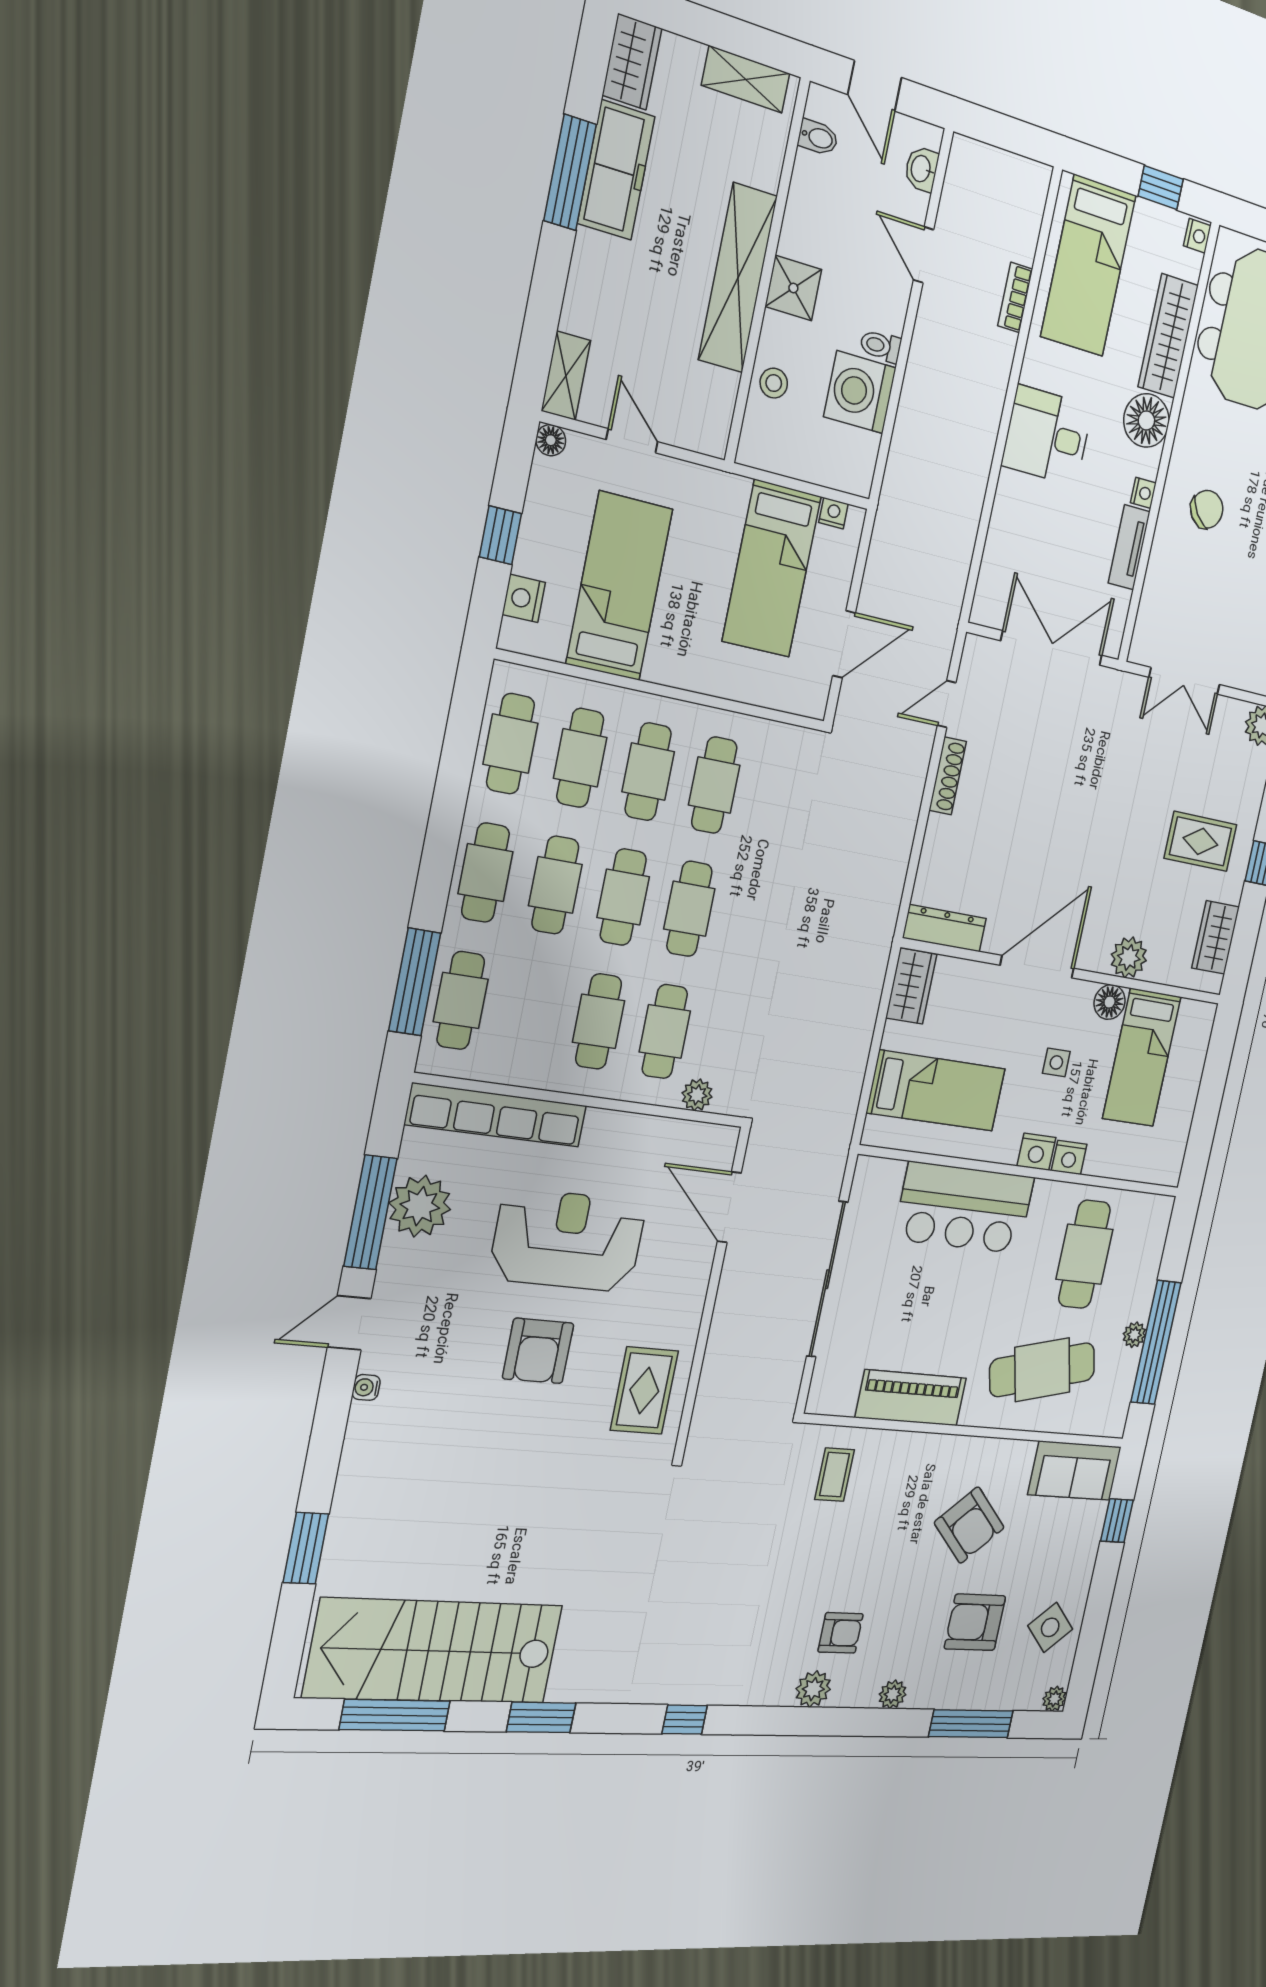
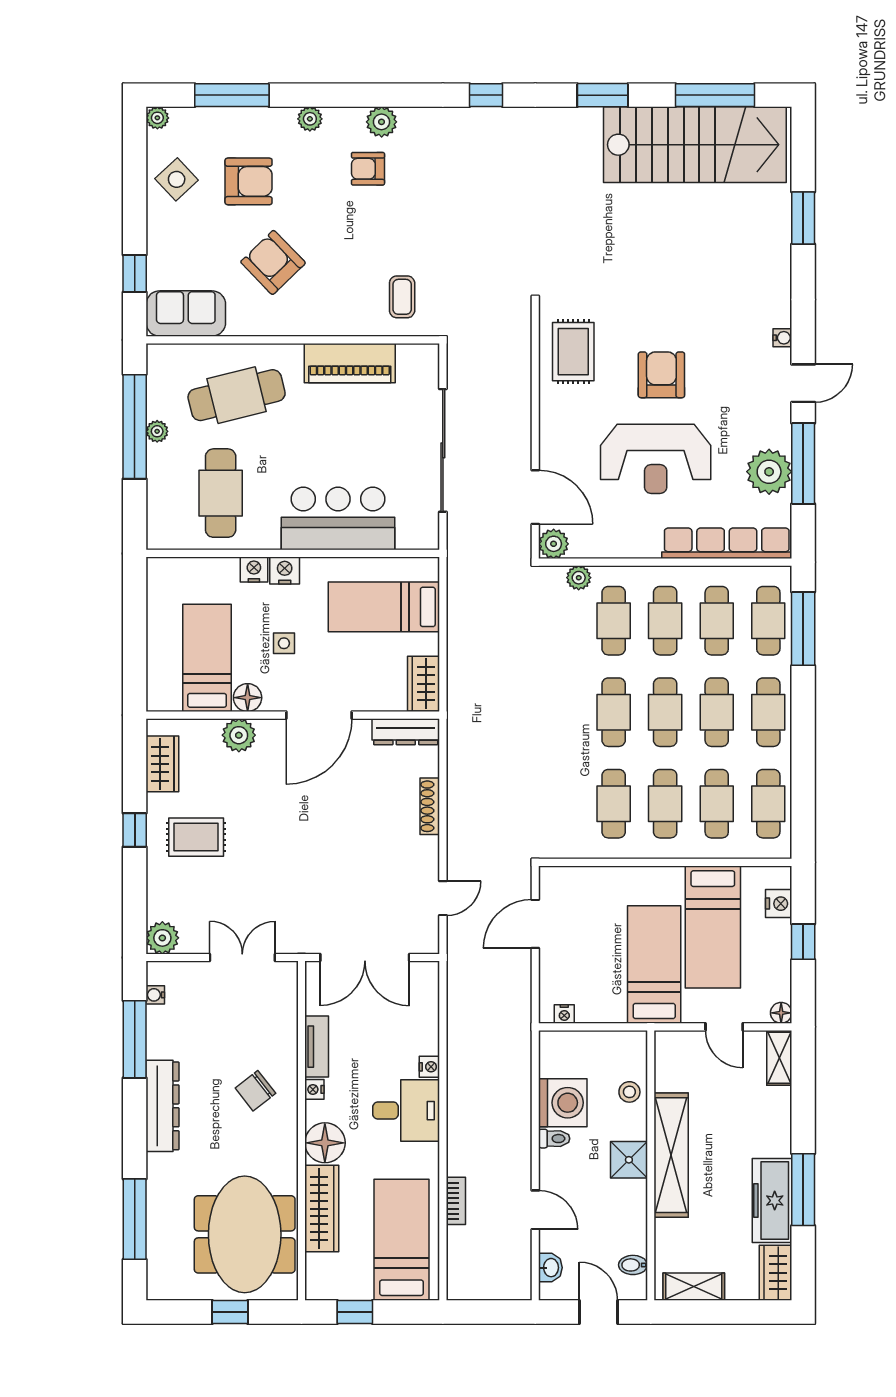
nightstand: (1197, 236) -> (429, 1067), moved, turned 180
bed: (772, 569) -> (654, 964), moved
shoe rack: (948, 776) -> (430, 806), moved
cafe table: (531, 1011) -> (717, 621), added
plant: (719, 1144) -> (554, 544), added

